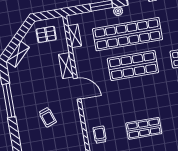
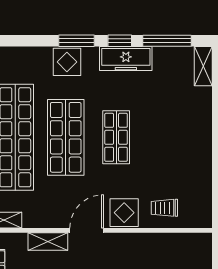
display table: (92, 110) -> (124, 213), added
shop shelf: (144, 128) -> (116, 137), moved

